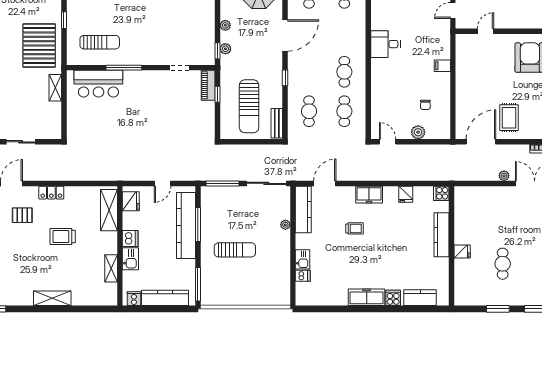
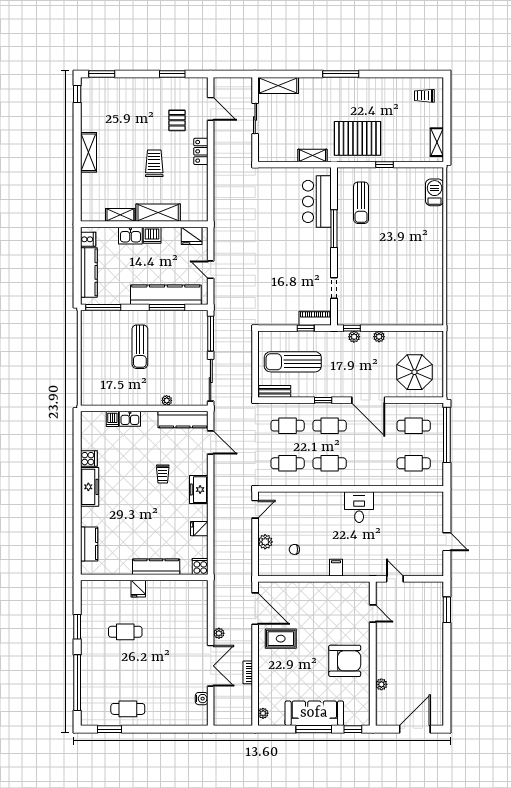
cafe table: (309, 72) -> (330, 426), added
shelving: (109, 210) -> (158, 213), moved
cooker: (393, 298) -> (89, 459), moved

